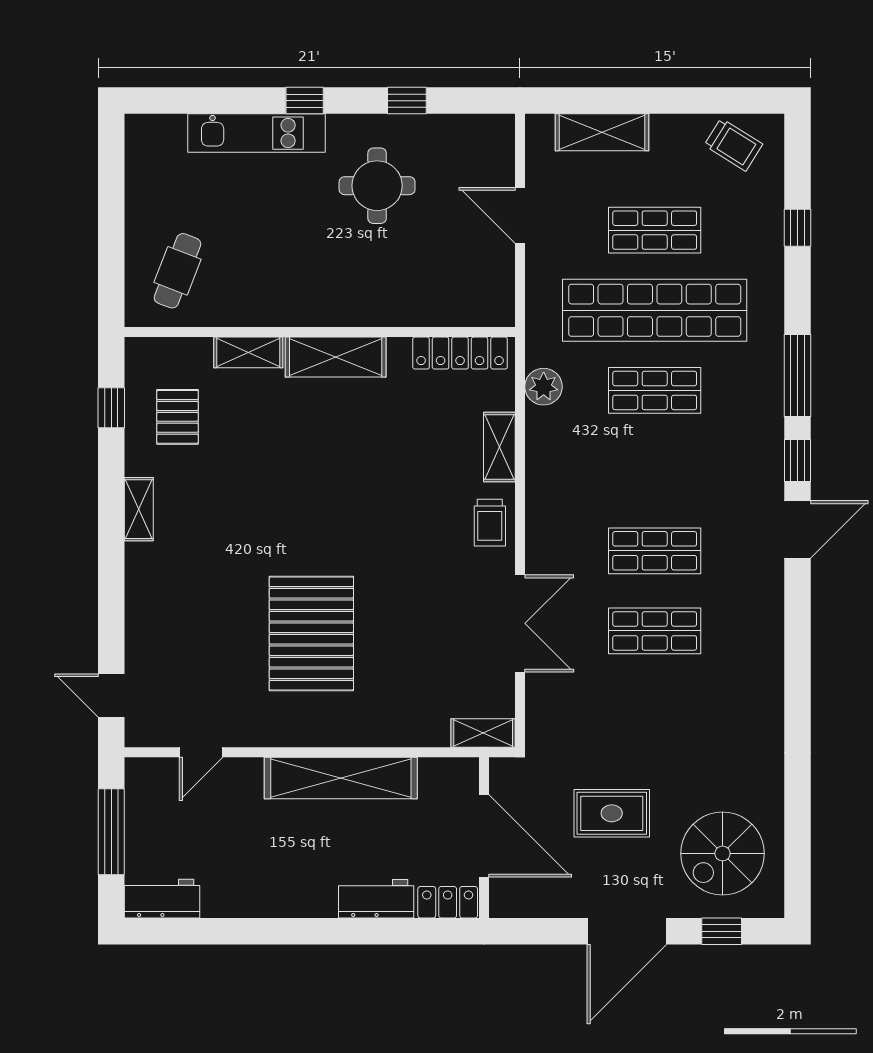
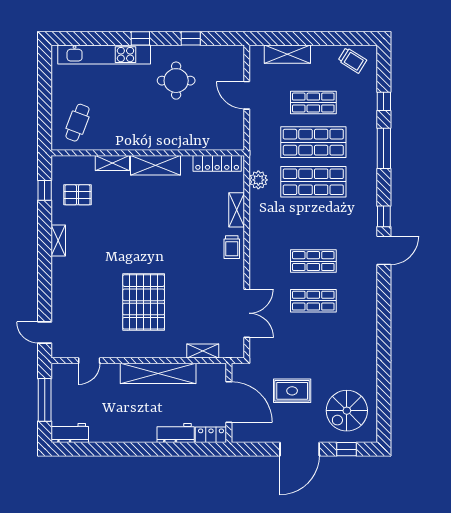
kitchen unit: (256, 133) -> (104, 55), width x1.36
shop shelf: (655, 310) -> (313, 142), width x0.71
window: (797, 375) -> (384, 148), moved
shop shelf: (655, 390) -> (313, 182), width x1.43, depth x1.36
pallet: (178, 417) -> (77, 195), turned 90
double door: (520, 623) -> (247, 313), moved
shelving: (483, 733) -> (203, 351), moved

